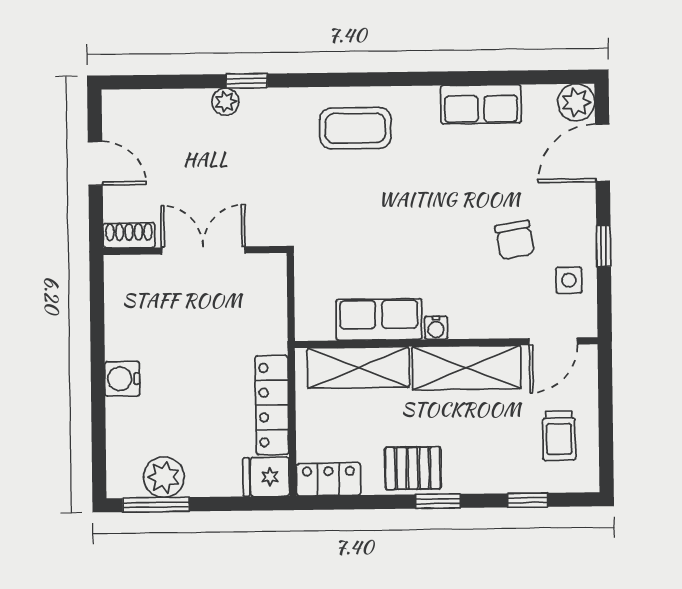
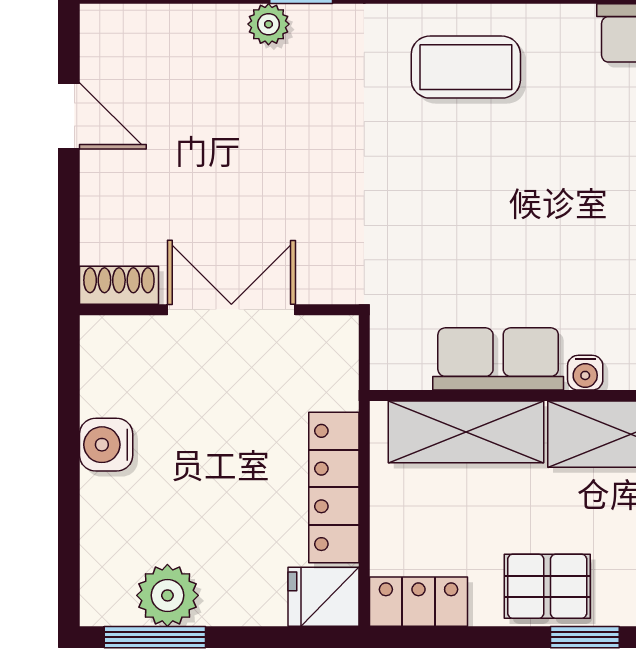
shoe rack: (129, 235) -> (119, 285), moved
double door: (203, 250) -> (231, 310), moved
wall: (195, 251) -> (219, 310), moved

